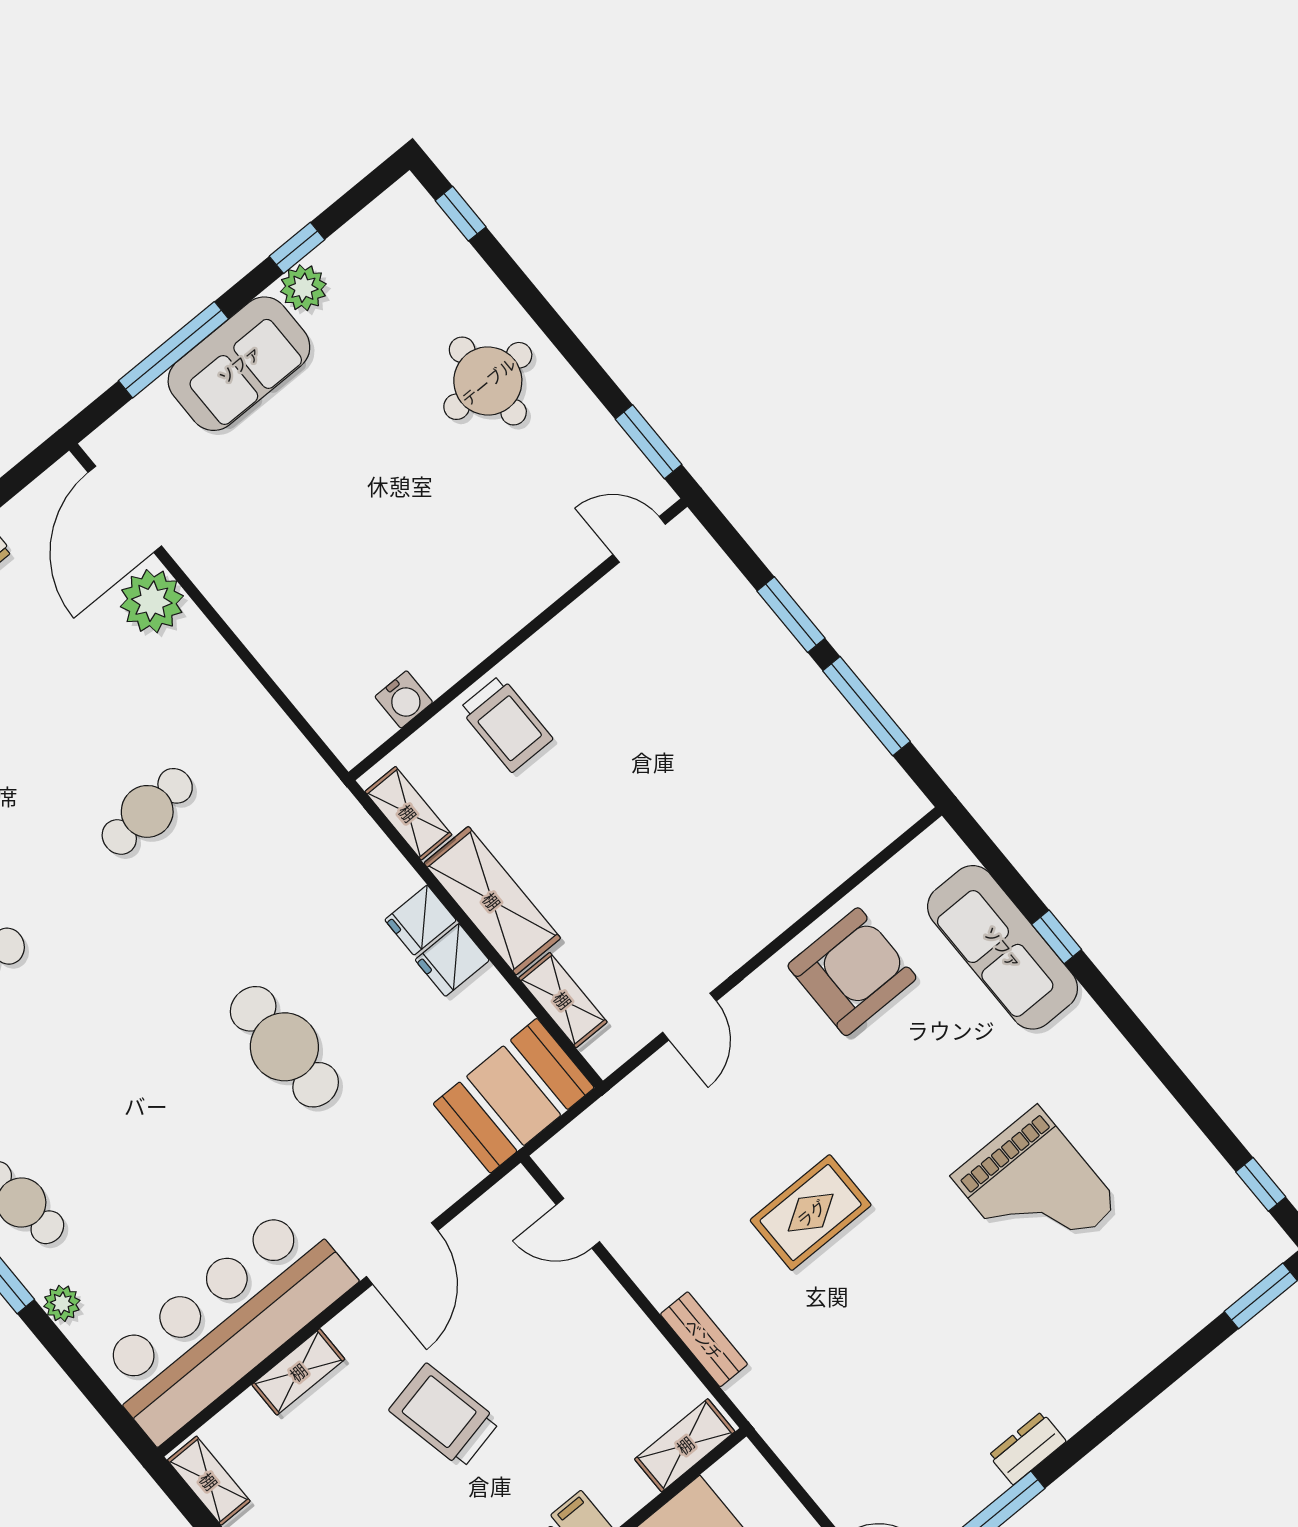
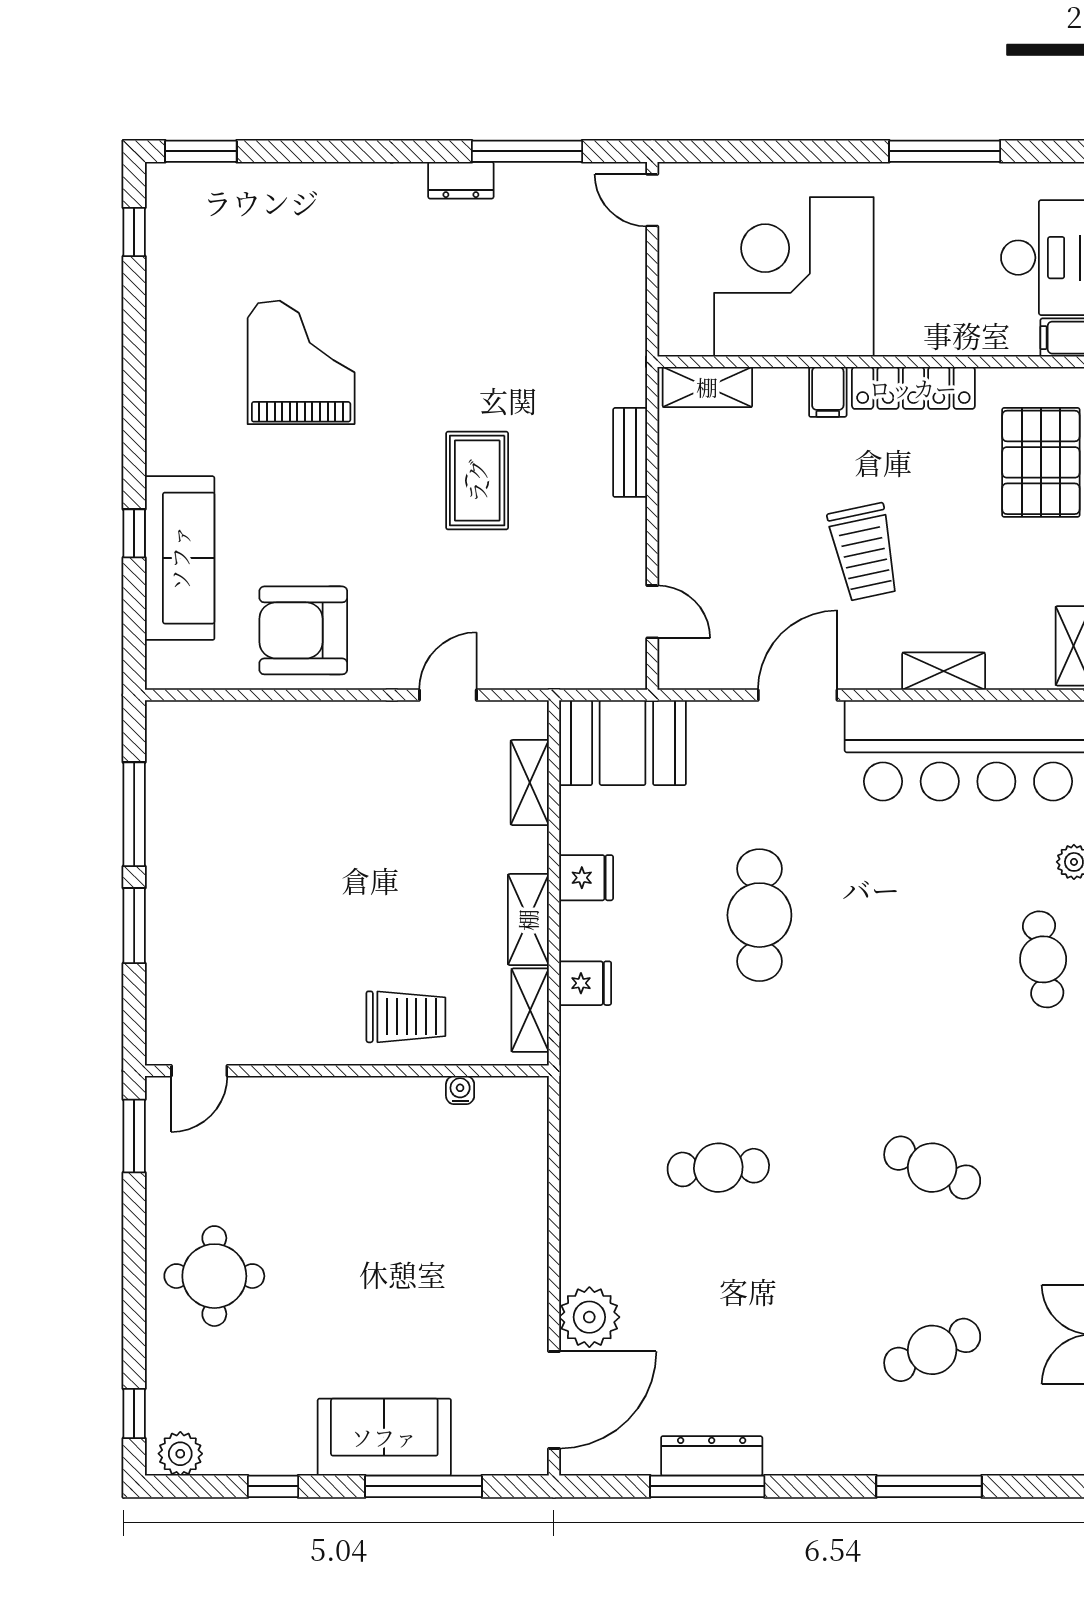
plant: (303, 288) -> (180, 1454), moved
door: (639, 539) -> (199, 1071), hinge flipped
water cooler: (404, 699) -> (460, 1090), width x0.72, depth x0.72
trolley: (506, 724) -> (406, 1017), turned 90
shelving: (492, 901) -> (528, 920), width x0.67, depth x0.75
fridge: (421, 920) -> (585, 983), moved
rug: (811, 1213) -> (477, 481), turned 90

